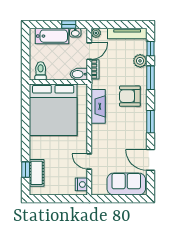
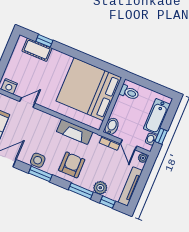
side table: (139, 129) -> (38, 160), added

